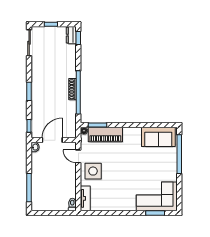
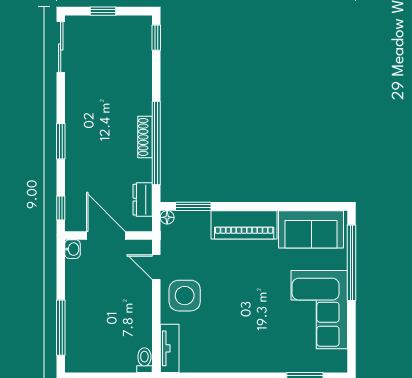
dresser: (71, 35) -> (143, 200), moved
piano: (105, 135) -> (244, 225), moved
door: (52, 140) -> (106, 235), hinge flipped
corner sofa: (157, 196) -> (319, 310), moved, turned -90

